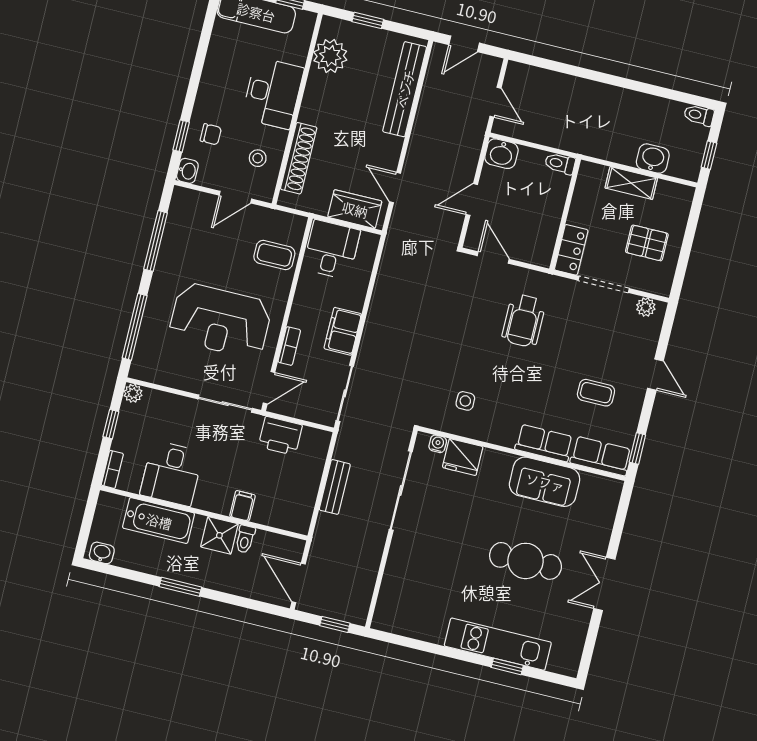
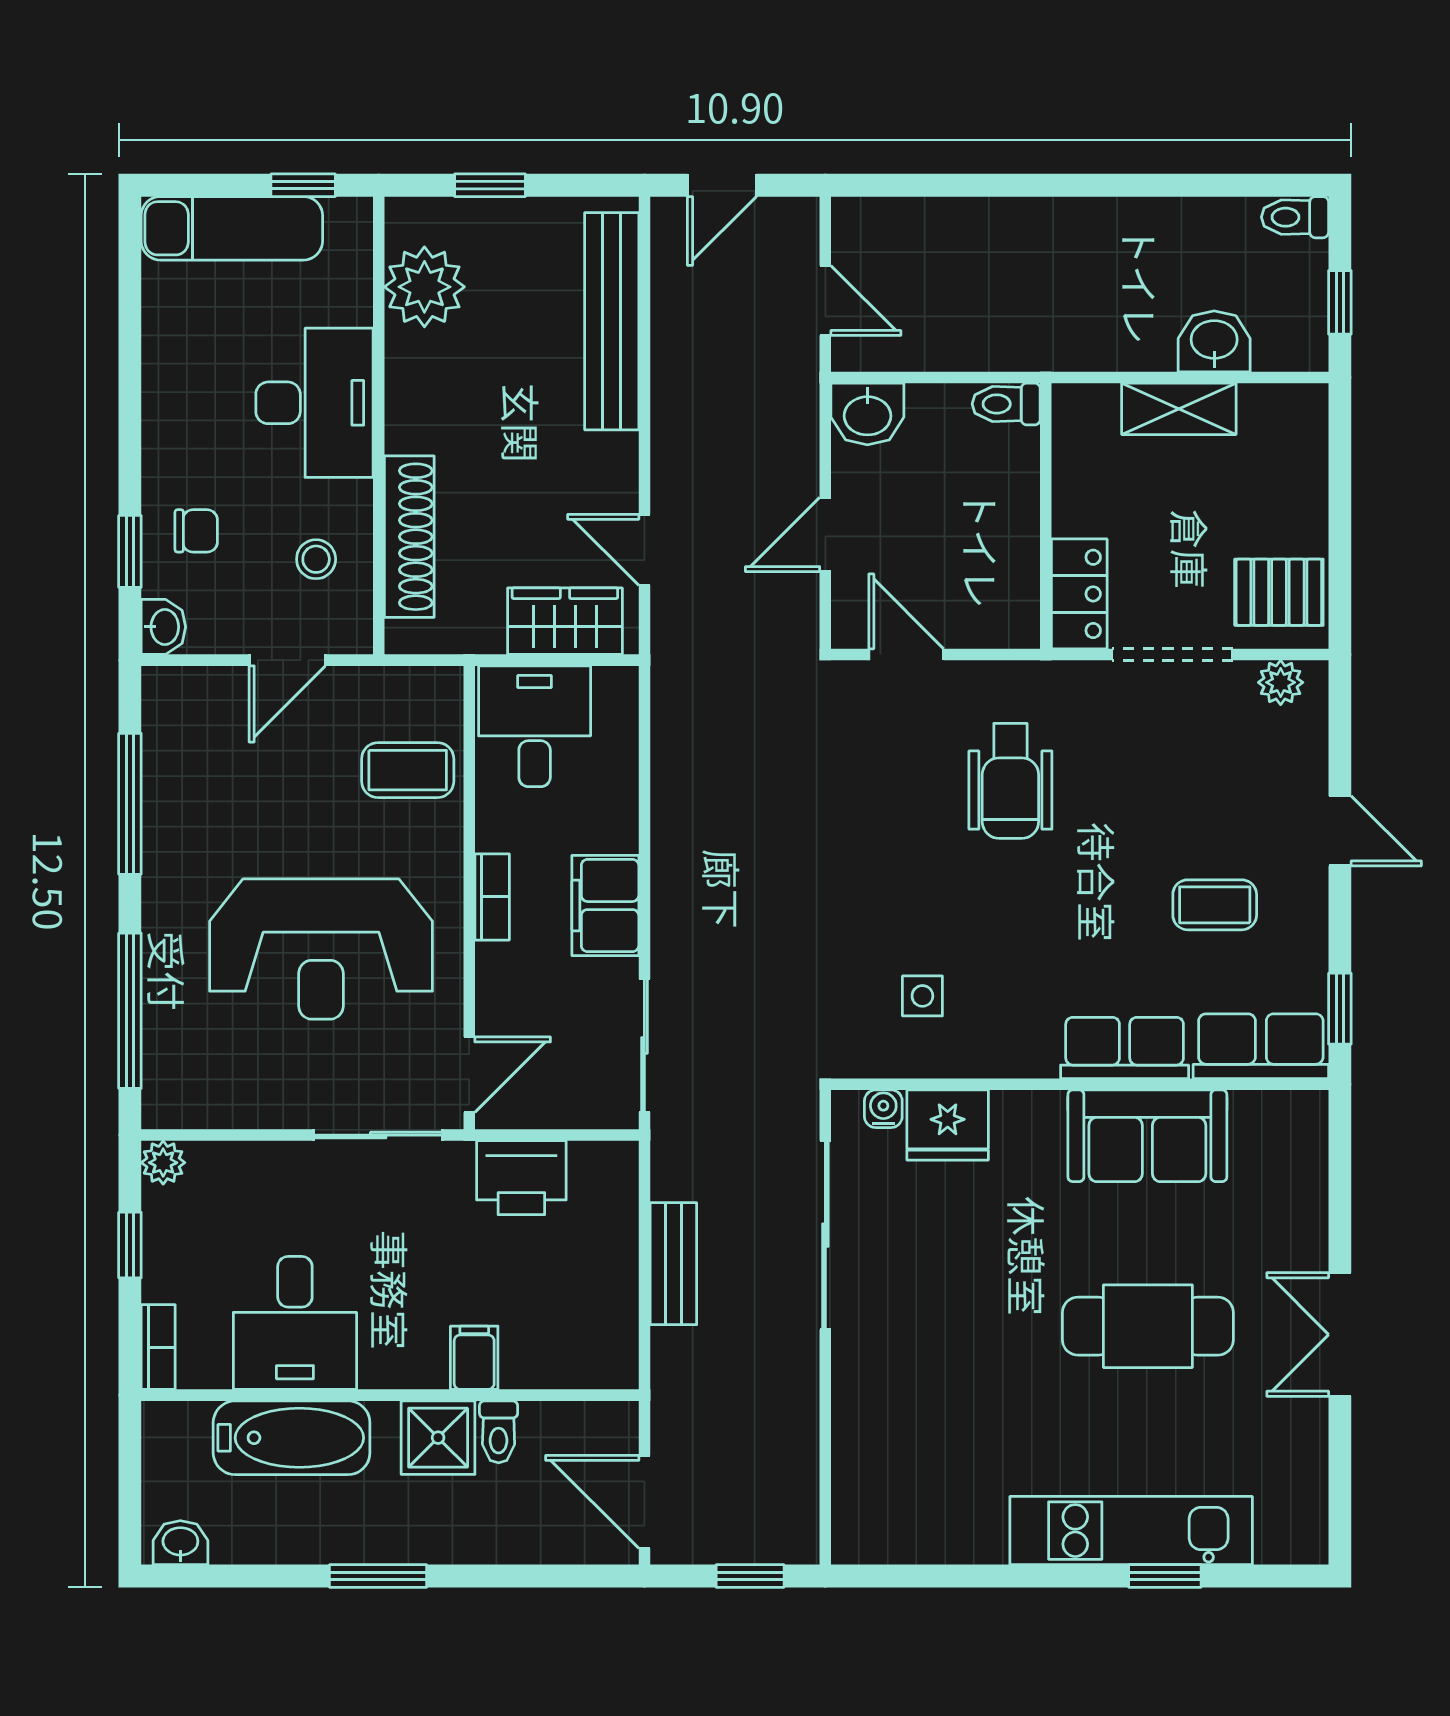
pallet: (647, 243) -> (1279, 592), moved
bookcase: (289, 346) -> (492, 897), moved

